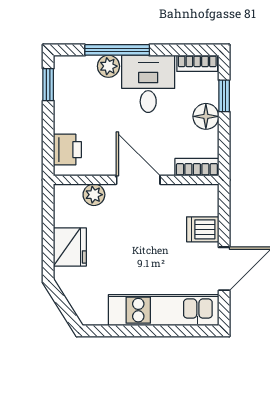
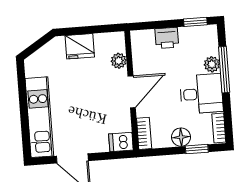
printer: (67, 150) -> (167, 38), moved
dishwasher: (203, 229) -> (121, 142), moved, turned -90

